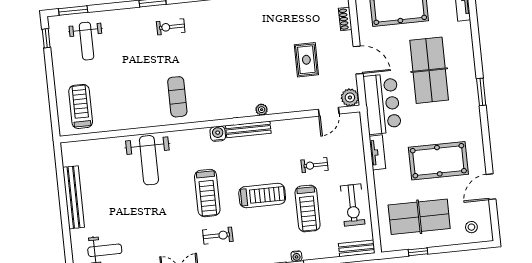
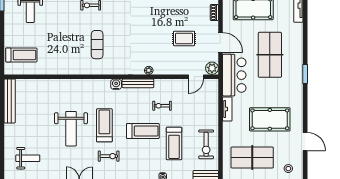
rug: (306, 60) -> (184, 38), turned 90
exercise mat: (177, 97) -> (97, 45), moved
treadmill: (81, 106) -> (21, 55), turned 90
weight bench: (149, 160) -> (71, 129), moved
exercise bike: (315, 165) -> (162, 106), moved
door: (491, 187) -> (305, 141), swing flipped
treadmill: (207, 193) -> (104, 125), turned 180
bench: (74, 197) -> (10, 101), moved

